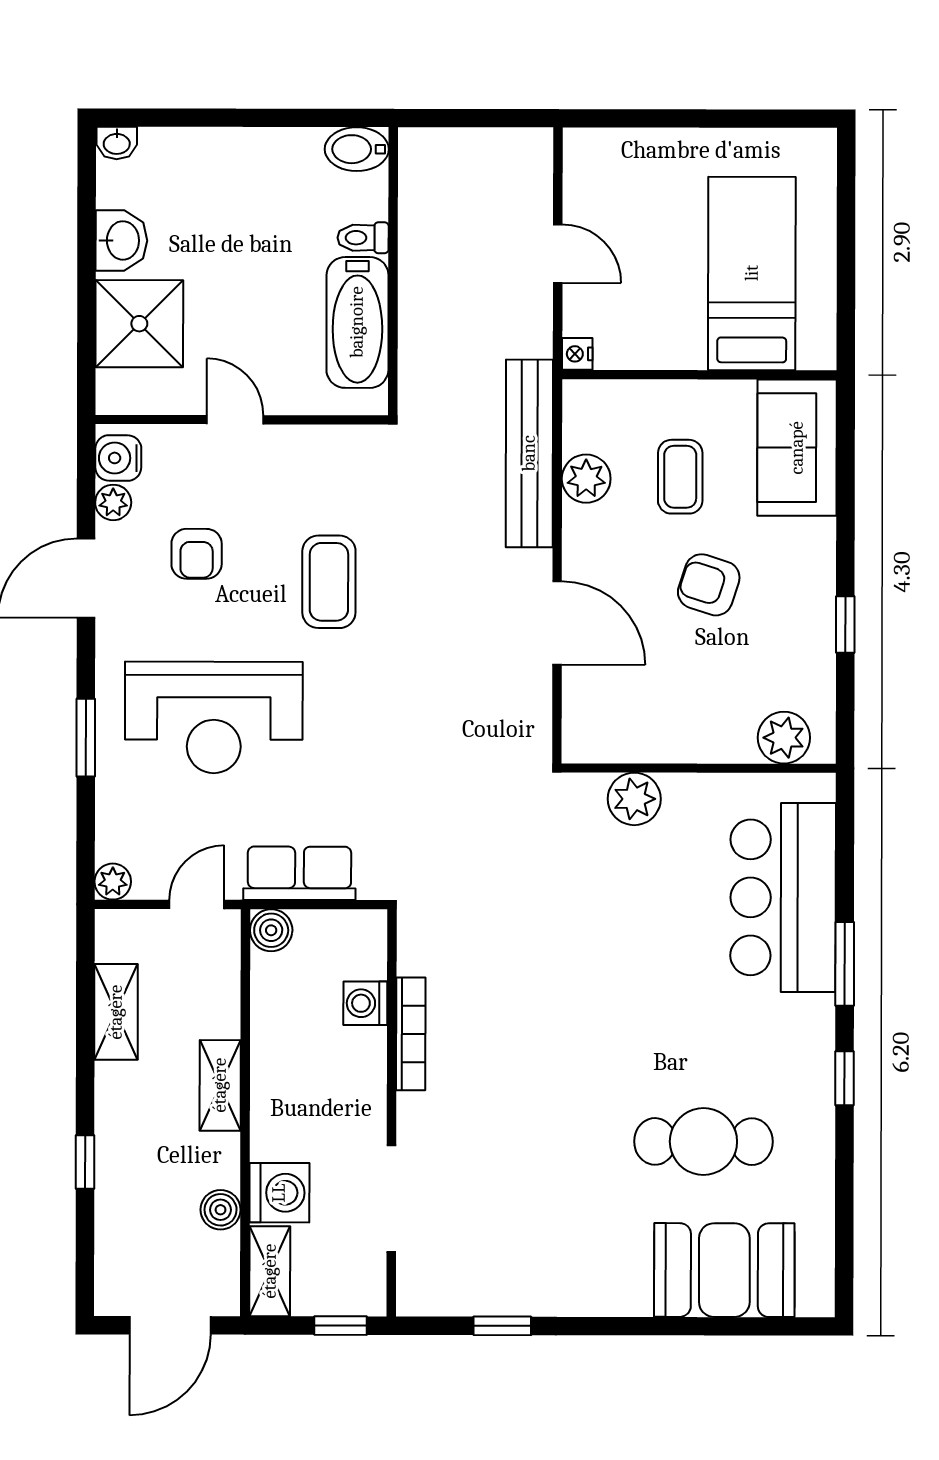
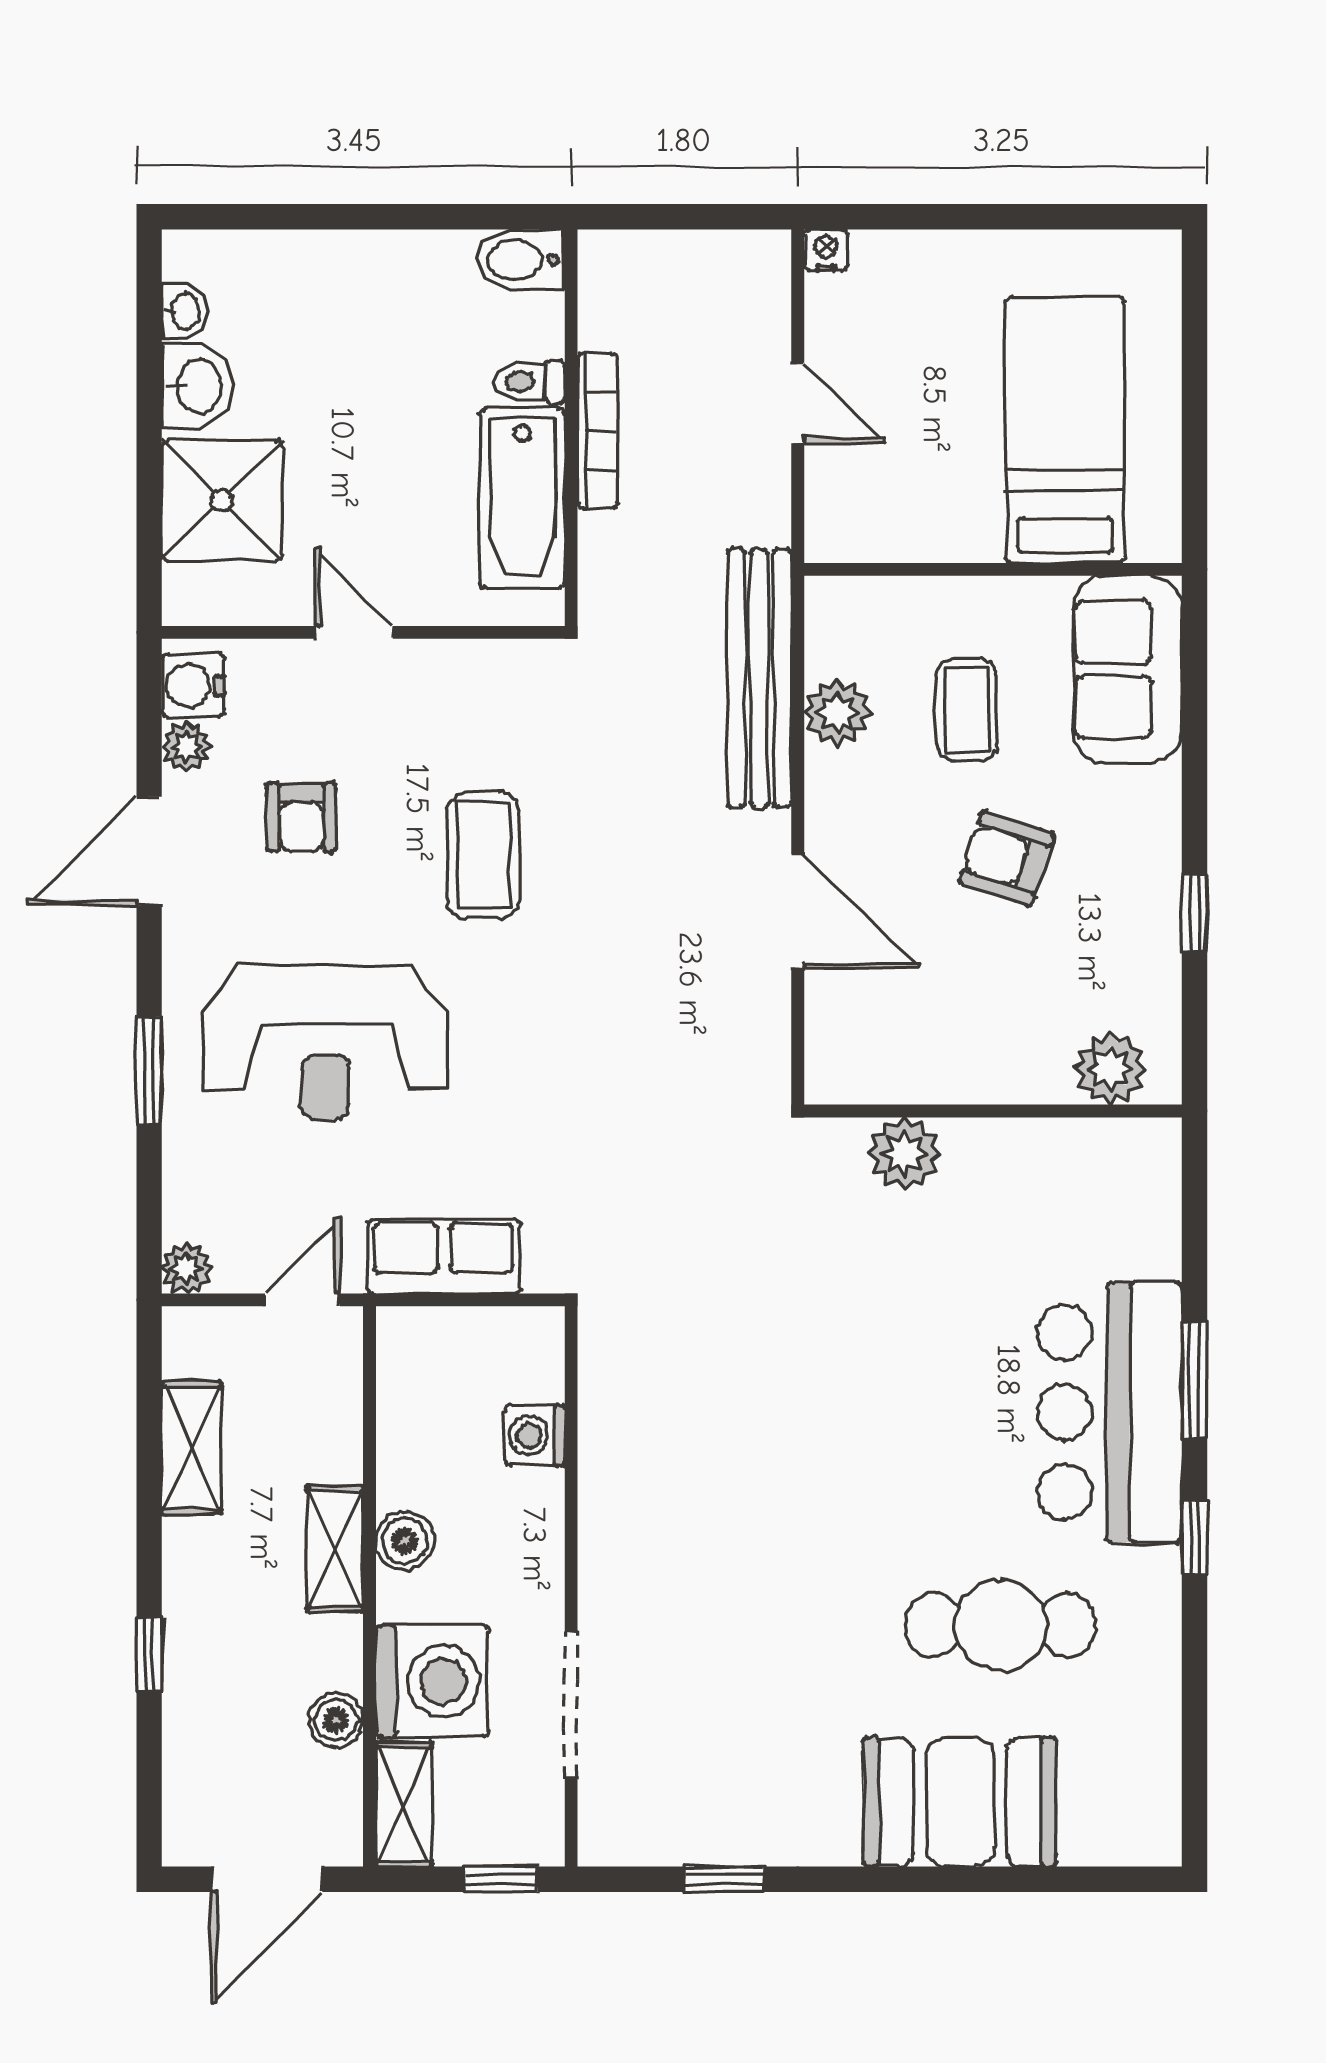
washbasin: (117, 143) -> (184, 311), moved, turned -90
nightstand: (577, 354) -> (826, 250), moved, turned 90
bar counter: (783, 897) -> (1110, 1412), moved
boiler: (271, 930) -> (405, 1541), moved
bookcase: (411, 1034) -> (597, 431), moved
washing machine: (279, 1193) -> (432, 1681), width x1.37, depth x1.37
booth: (724, 1270) -> (960, 1802), moved

